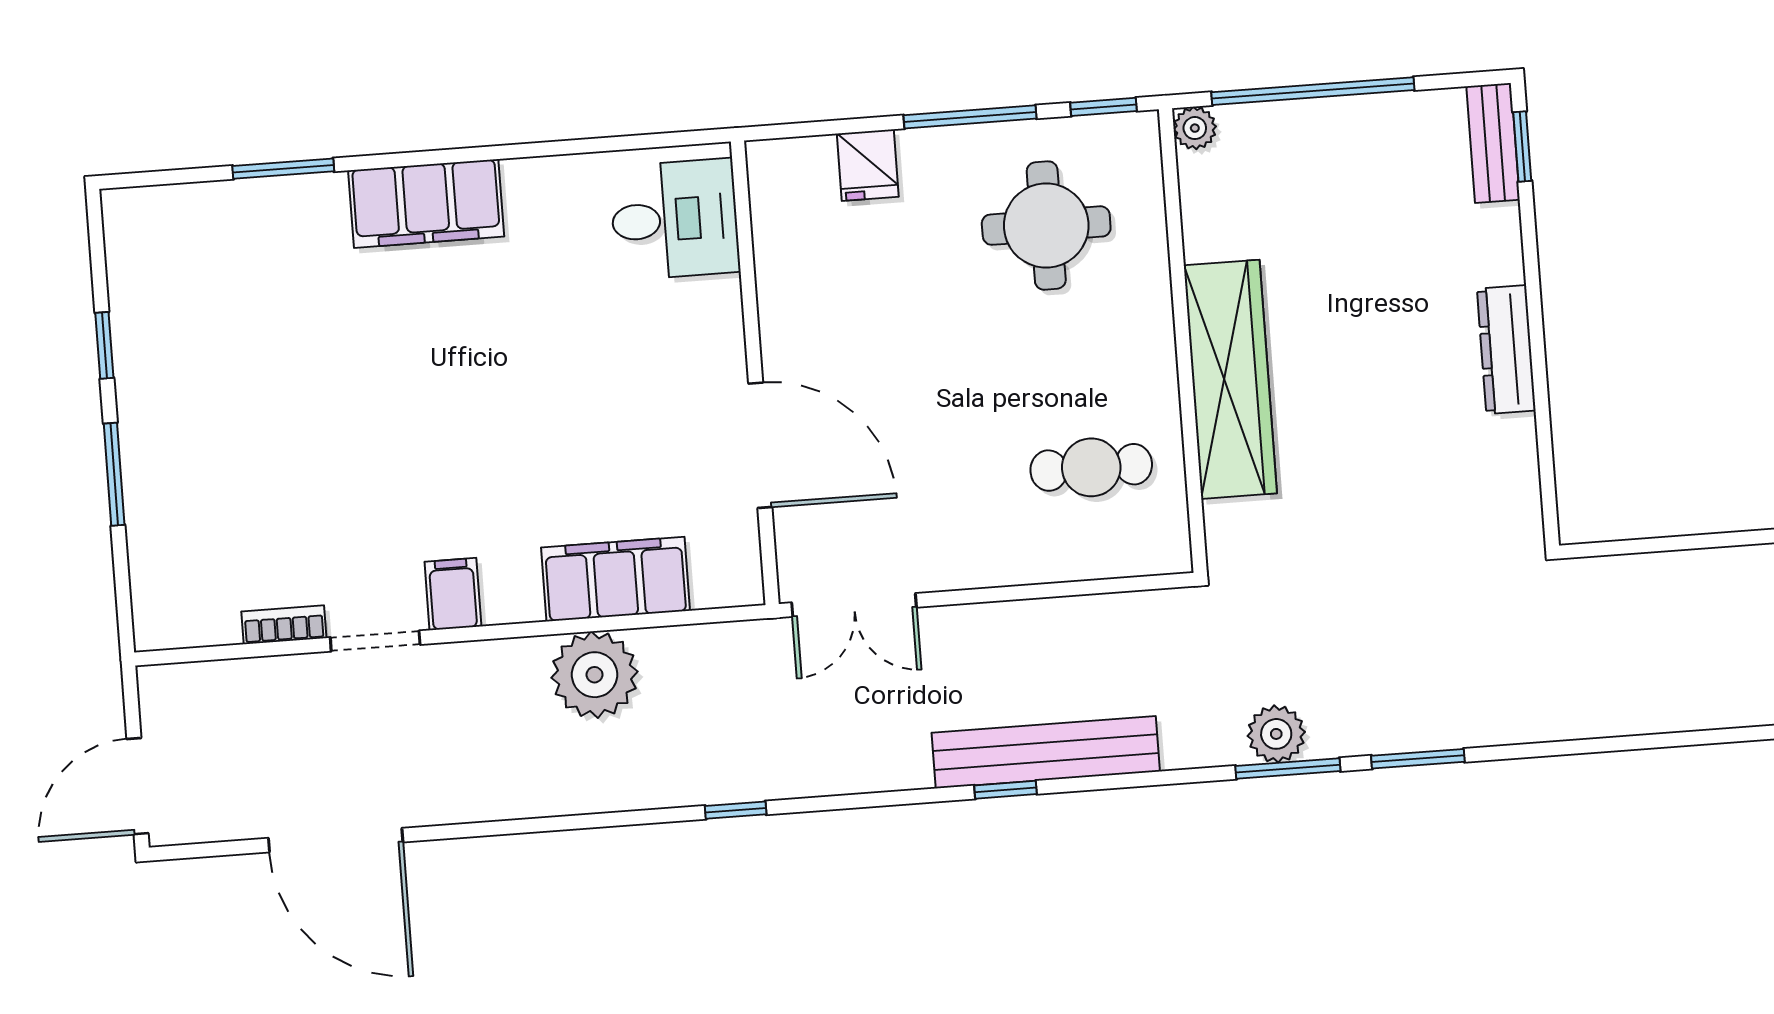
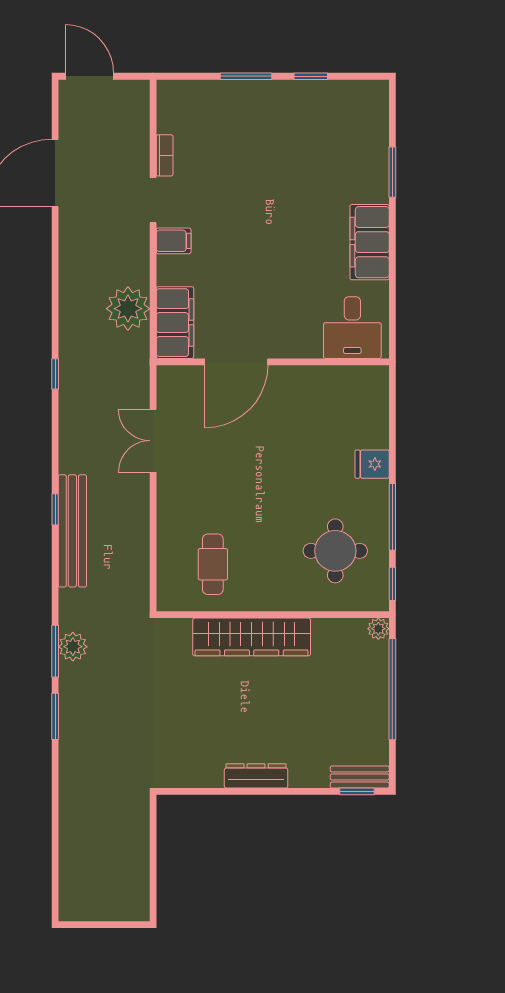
desk: (675, 219) -> (352, 328), moved
wall: (755, 373) -> (273, 362), moved
door: (760, 445) -> (236, 362), moved

